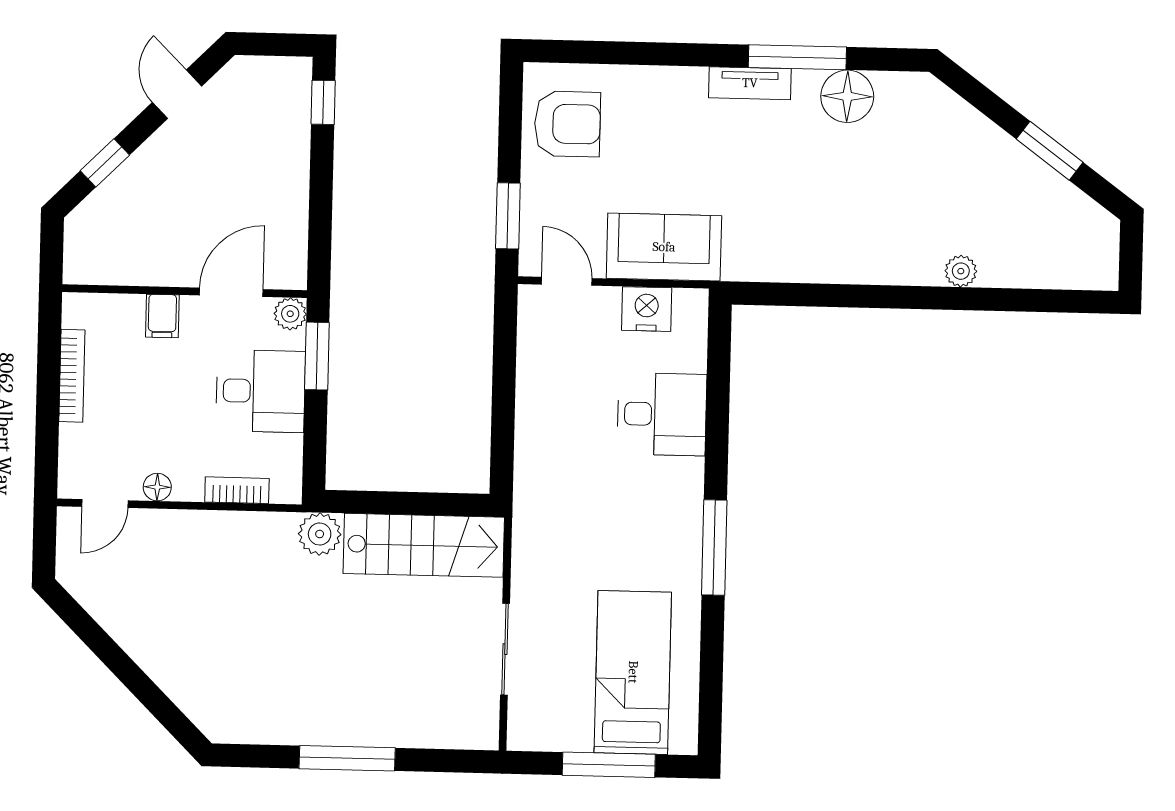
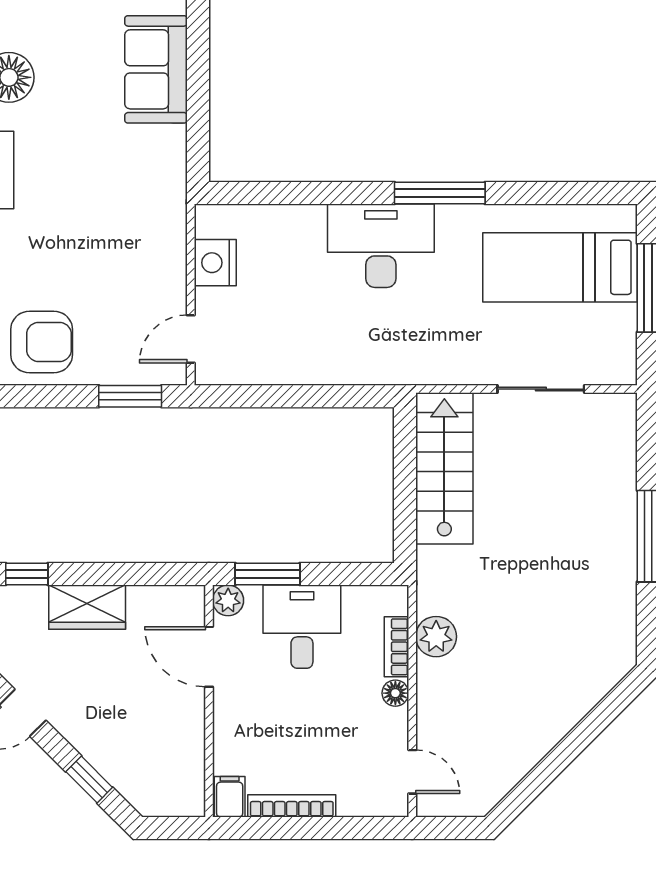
armchair: (567, 124) -> (42, 342), turned 90
wardrobe: (287, 165) -> (87, 607), added
sofa: (664, 247) -> (156, 69), moved
filing cabinet: (162, 316) -> (230, 797), moved, turned -90
desk: (662, 414) -> (381, 246), moved, width x1.37
floor lamp: (157, 487) -> (395, 693), moved
plant: (320, 534) -> (436, 637), moved

